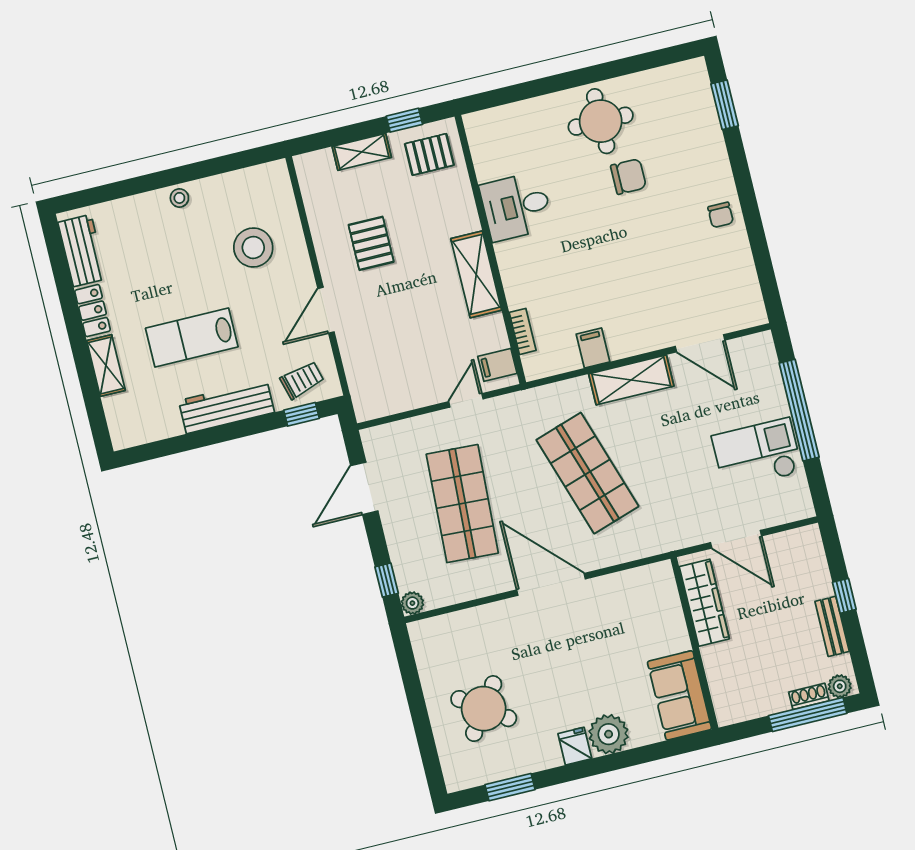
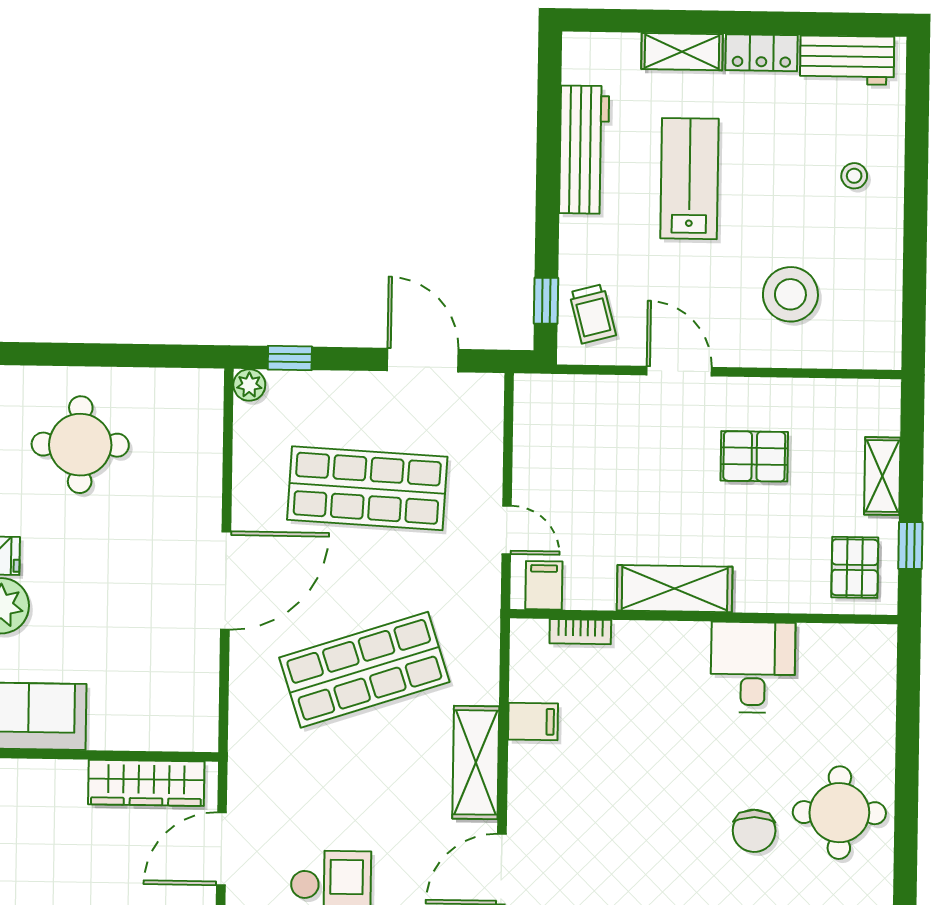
stool: (179, 198) -> (854, 176), moved
workbench: (227, 406) -> (584, 150), moved
round table: (484, 709) -> (80, 445), turned -35

